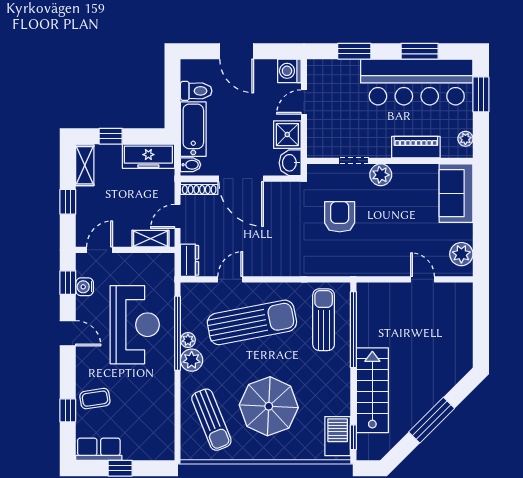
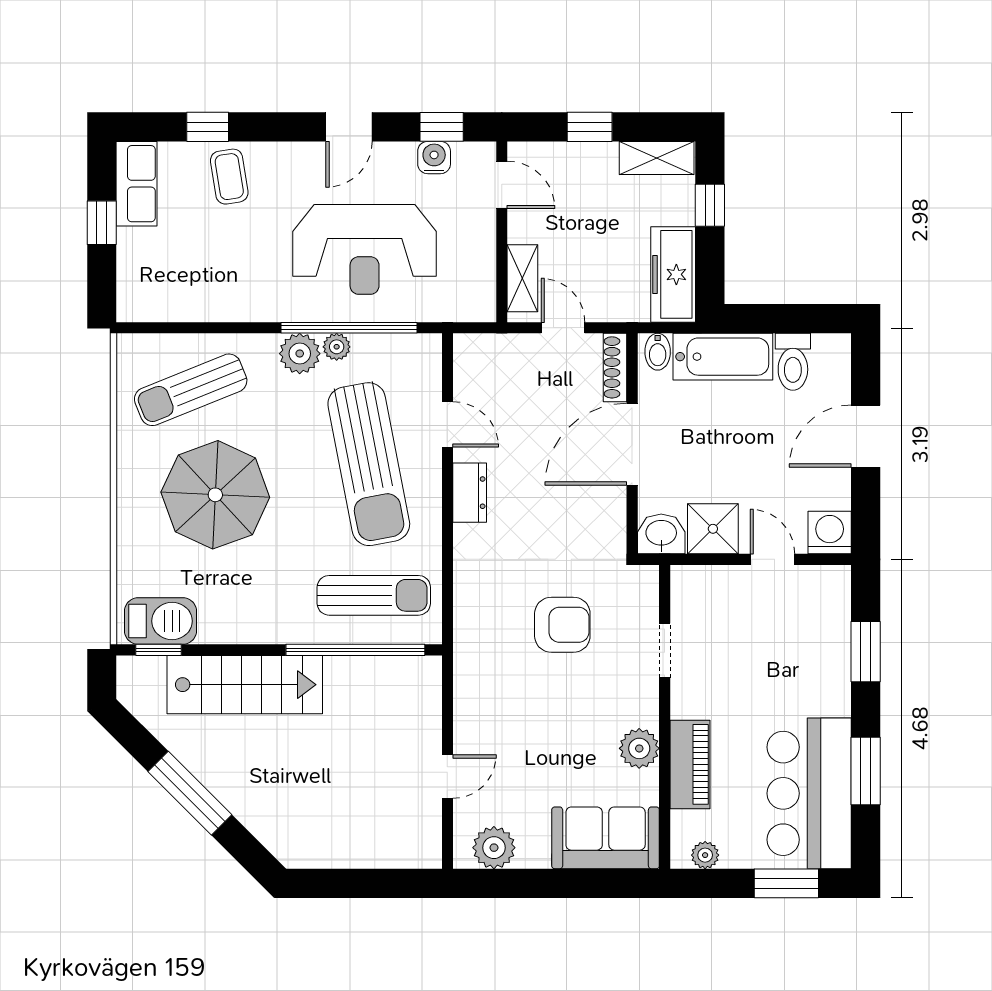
bar counter: (417, 82) -> (809, 793), width x0.73
plant: (381, 175) -> (639, 748), moved
dresser: (190, 260) -> (470, 493), moved, turned -90

